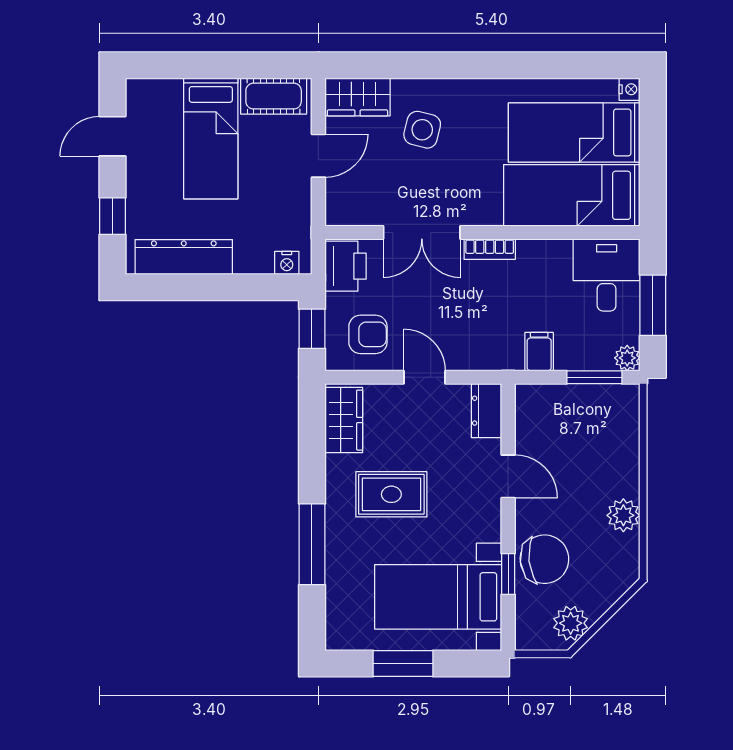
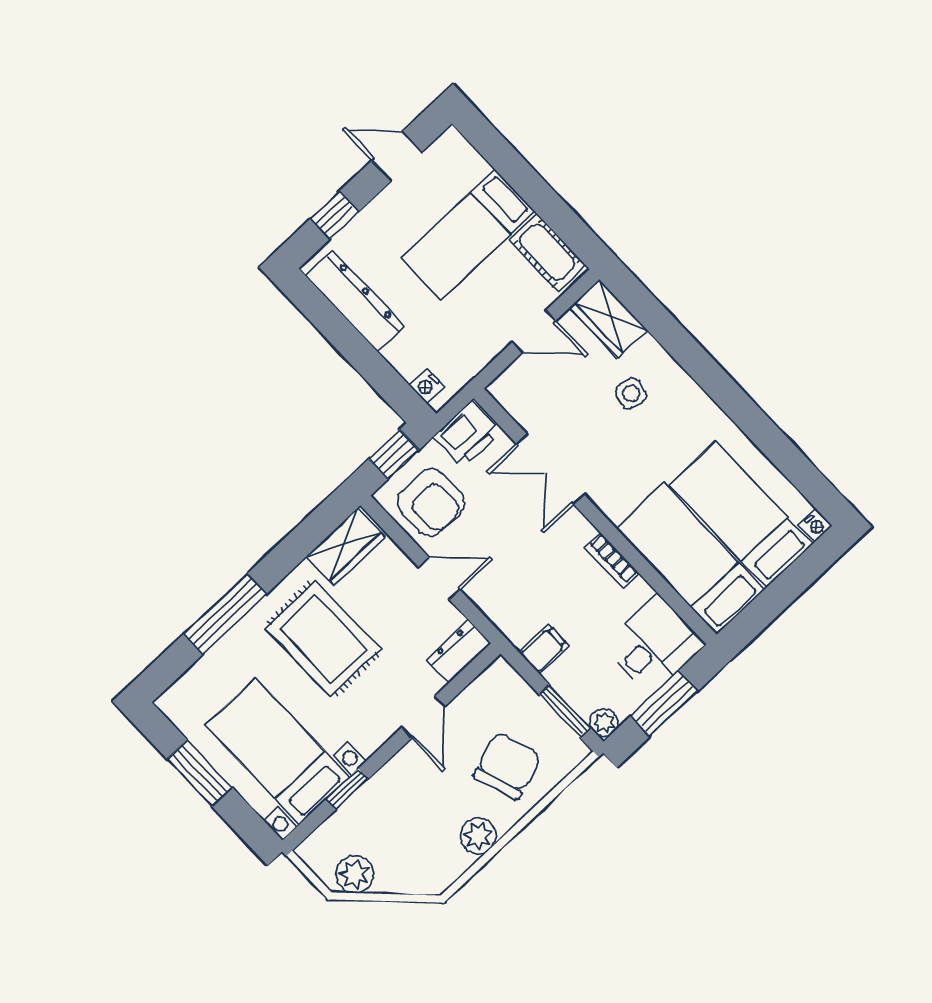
side table: (422, 130) -> (631, 393), width x0.73, depth x0.73
bookcase: (490, 249) -> (612, 560), moved
armchair: (368, 334) -> (431, 502), width x1.38, depth x1.38
door: (424, 377) -> (439, 578), hinge flipped
rug: (391, 494) -> (323, 639), width x1.36, depth x1.43
chair: (544, 559) -> (507, 766), moved, turned -102

